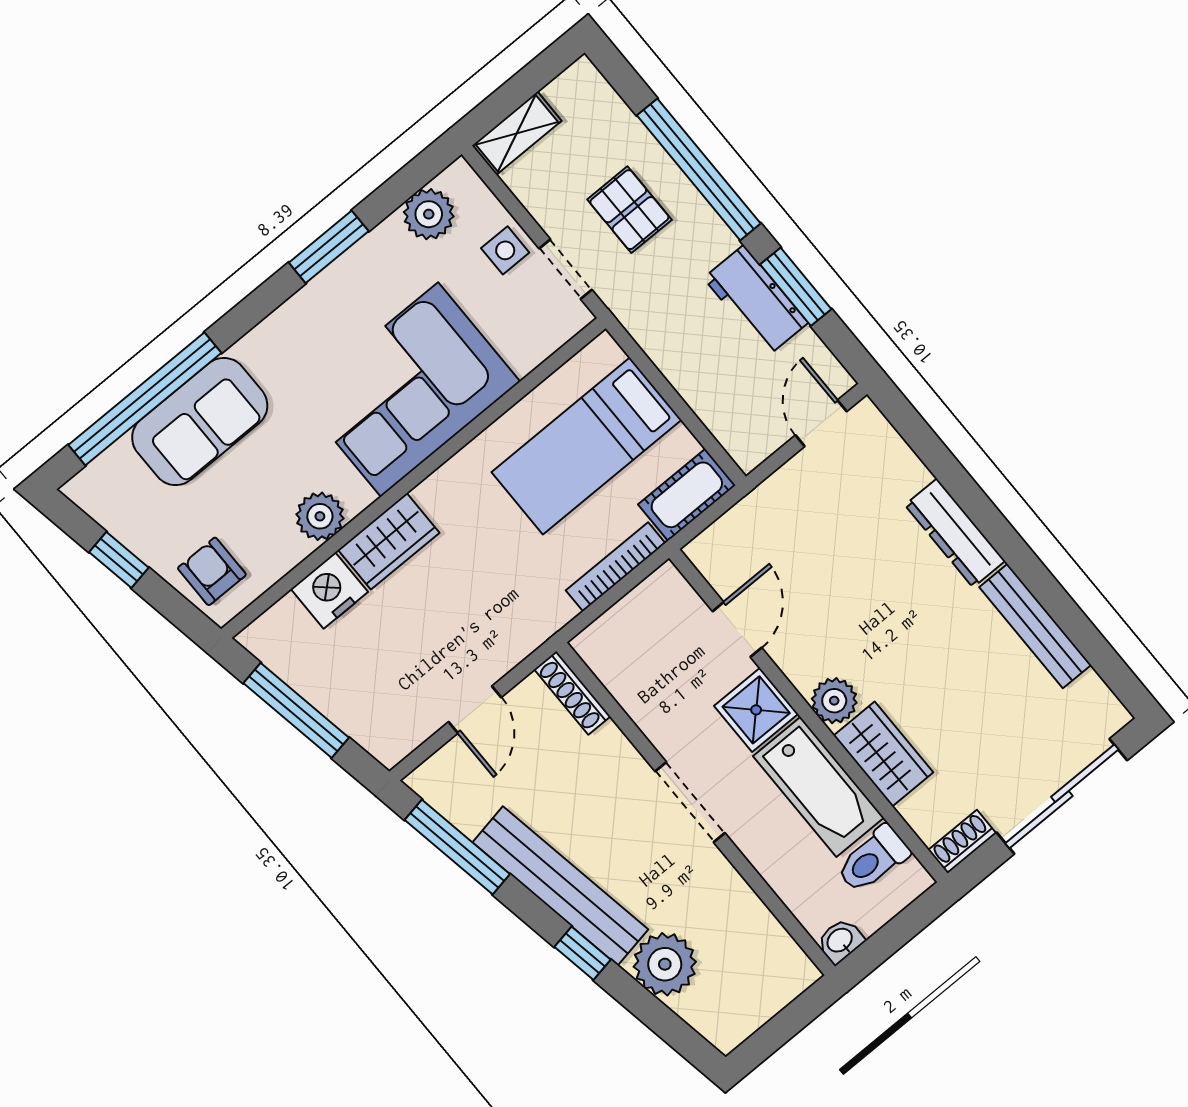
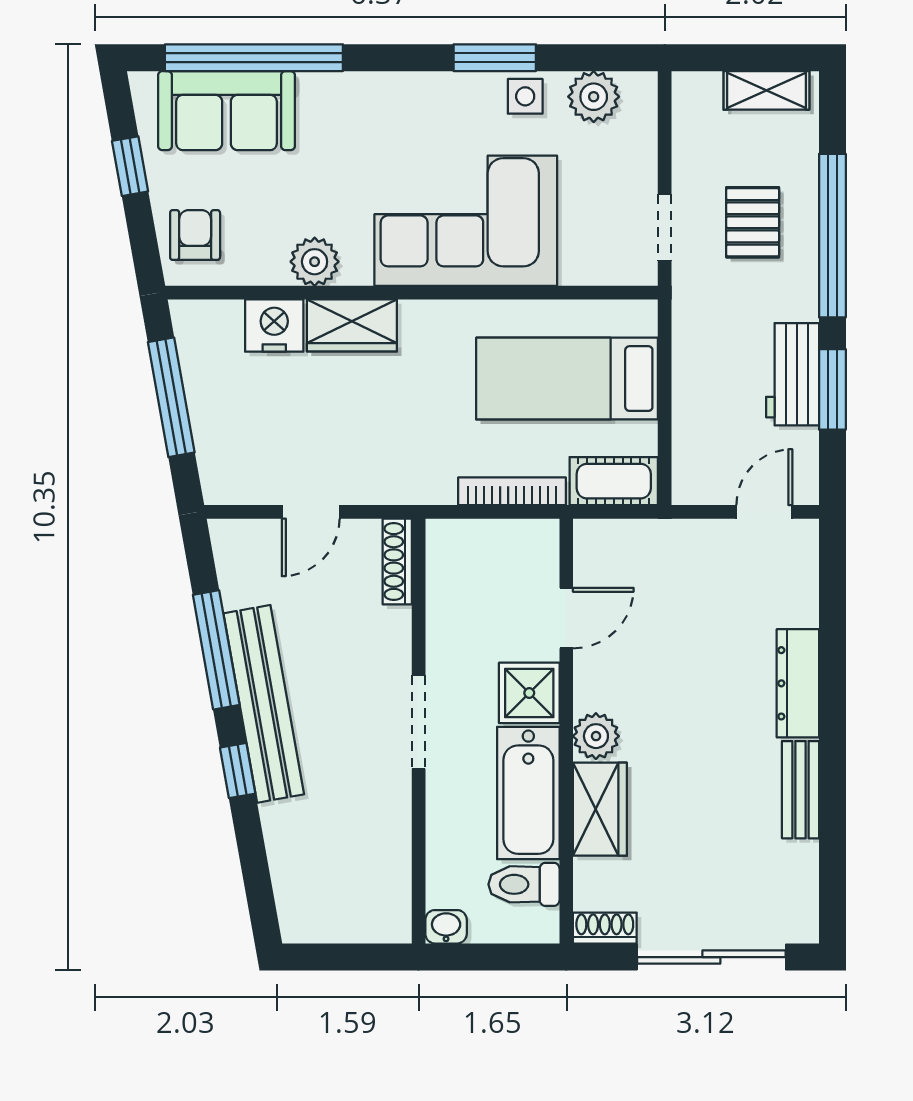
shelving: (517, 133) -> (766, 90), moved
side table: (505, 250) -> (525, 96), moved
sofa: (200, 422) -> (226, 111), moved
bench: (1035, 626) -> (800, 790), width x0.73
window: (457, 847) -> (216, 650), moved
plant: (665, 964) -> (295, 832), removed

